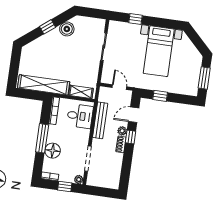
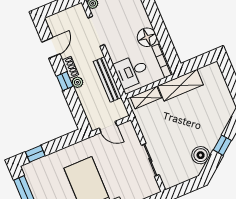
shelving: (44, 85) -> (181, 85), width x0.68
window: (160, 96) -> (35, 154), moved
door: (134, 115) -> (51, 48), moved
window: (42, 138) -> (158, 24), removed
floor lamp: (53, 151) -> (147, 37), moved

